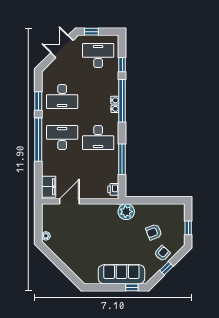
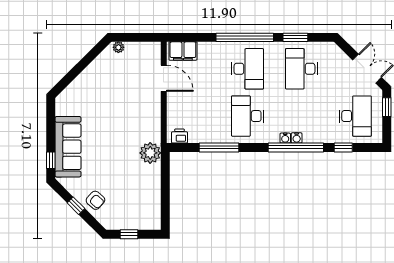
armchair: (154, 232) -> (124, 189), removed

